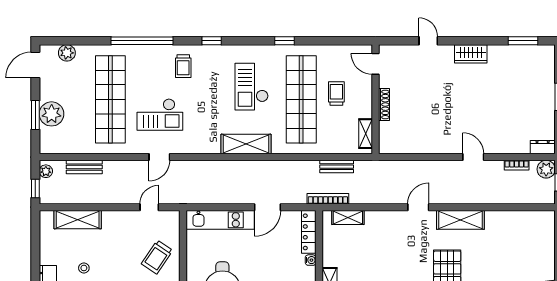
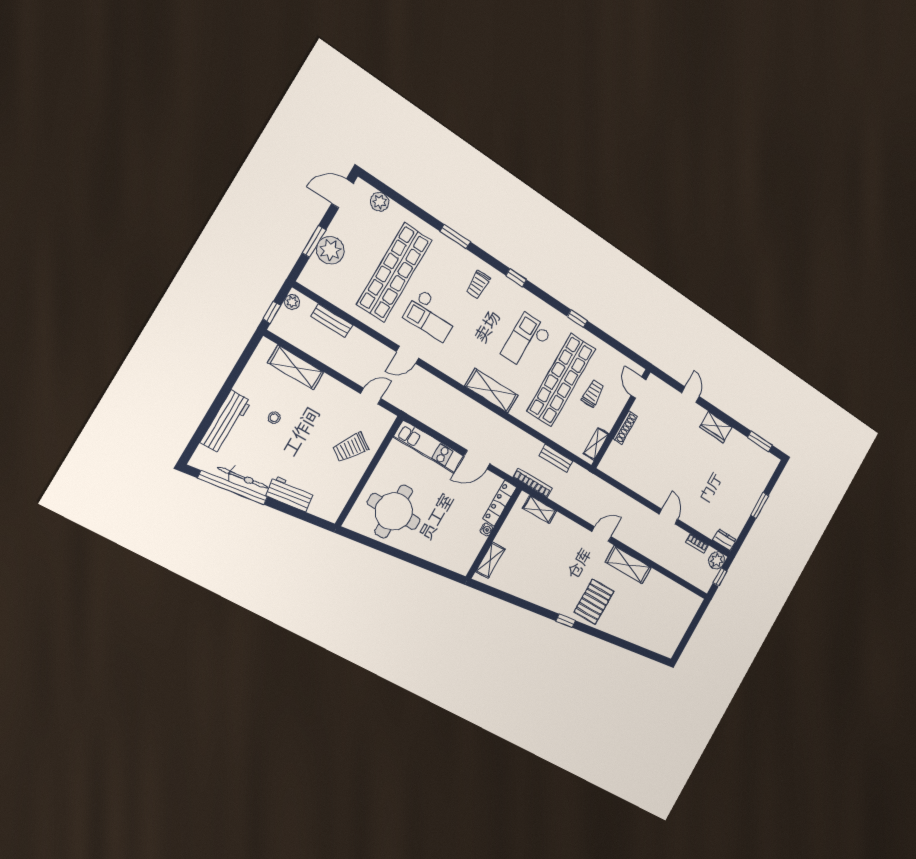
window: (142, 41) -> (455, 237), width x0.47

